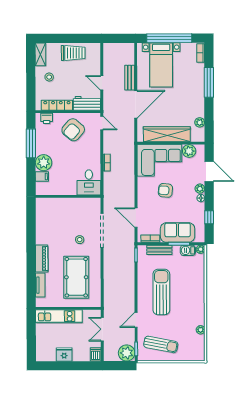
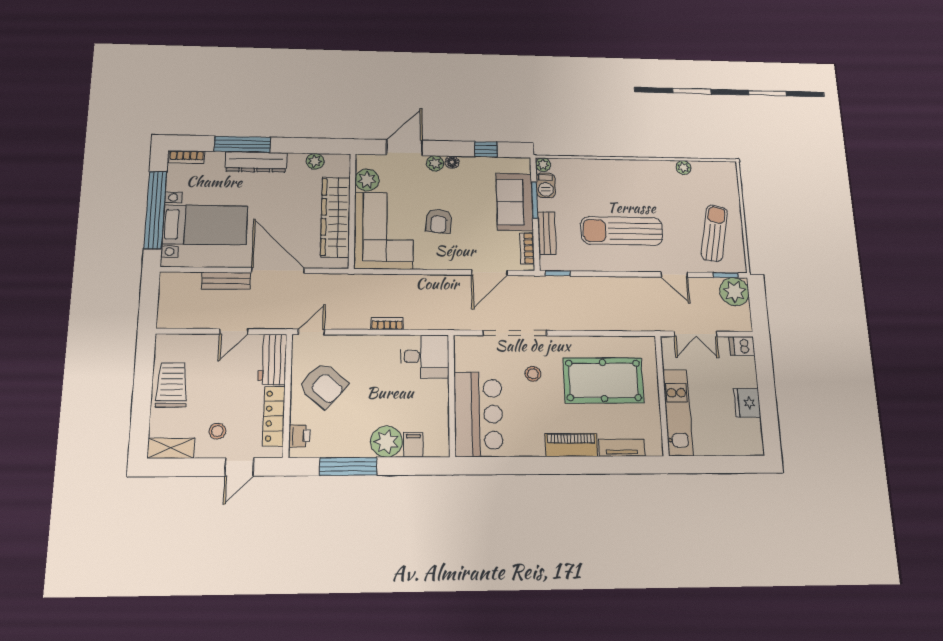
door: (31, 89) -> (239, 467), added
dresser: (199, 90) -> (256, 162), added
bar counter: (58, 210) -> (478, 414), added

